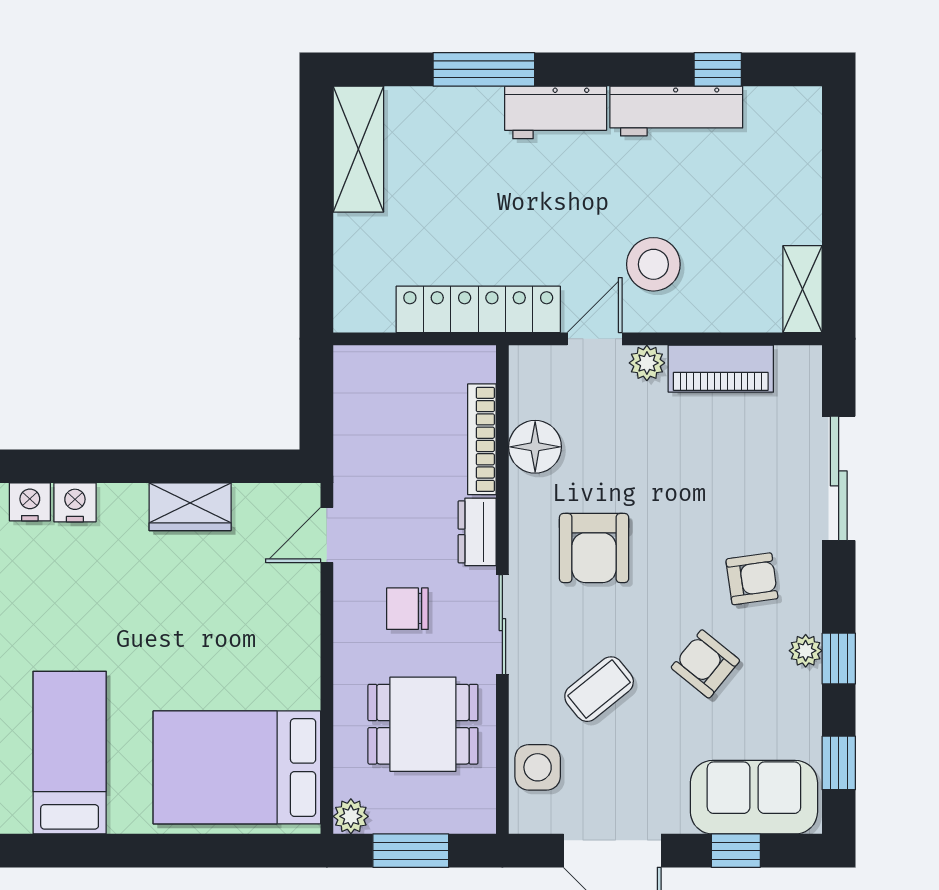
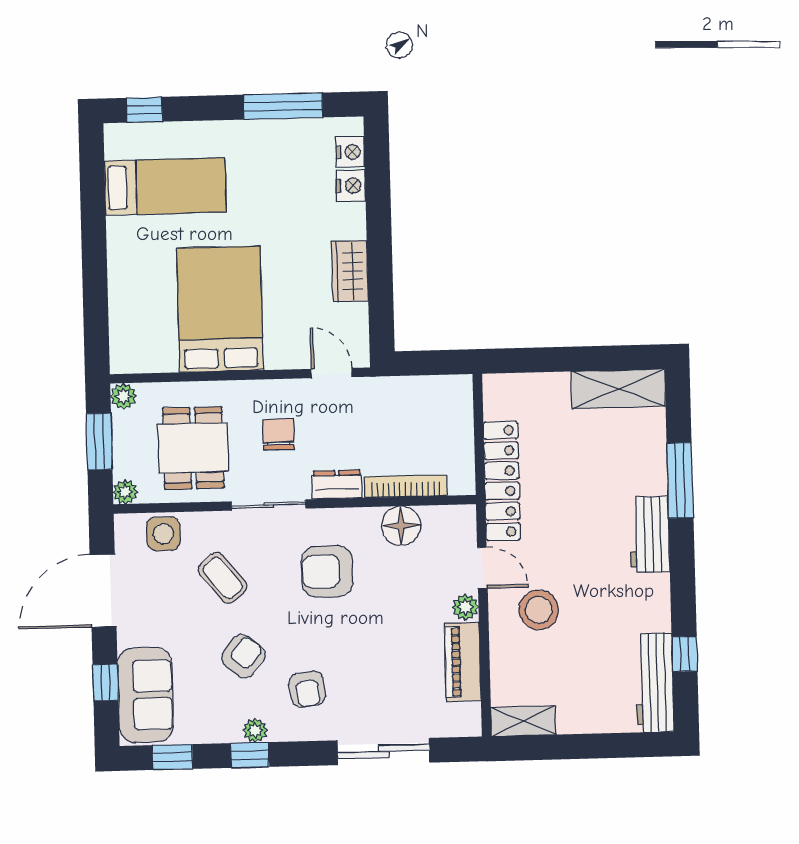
workbench: (676, 111) -> (654, 683), moved
bed: (237, 767) -> (220, 309), moved
plant: (480, 818) -> (125, 492), added

